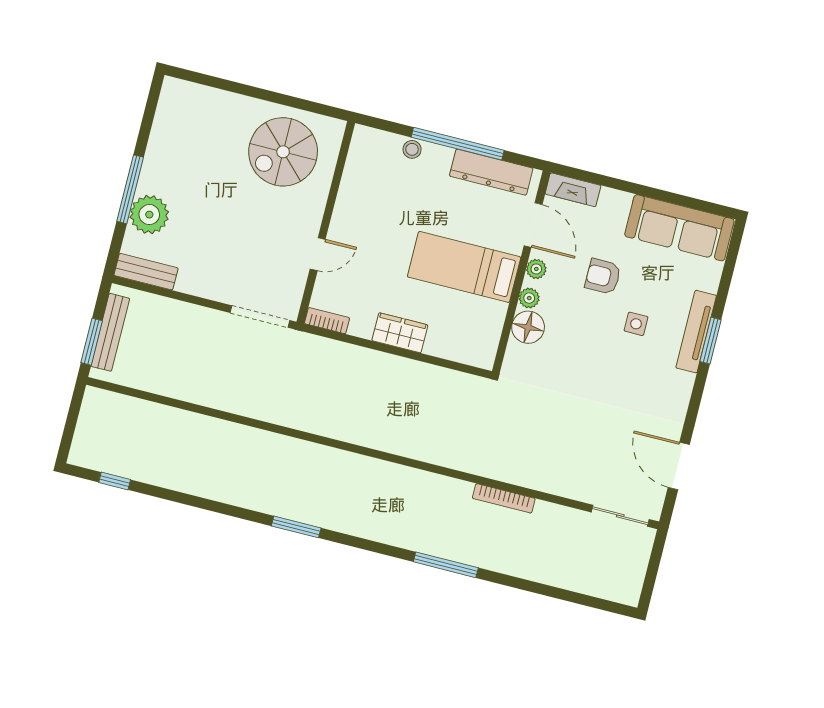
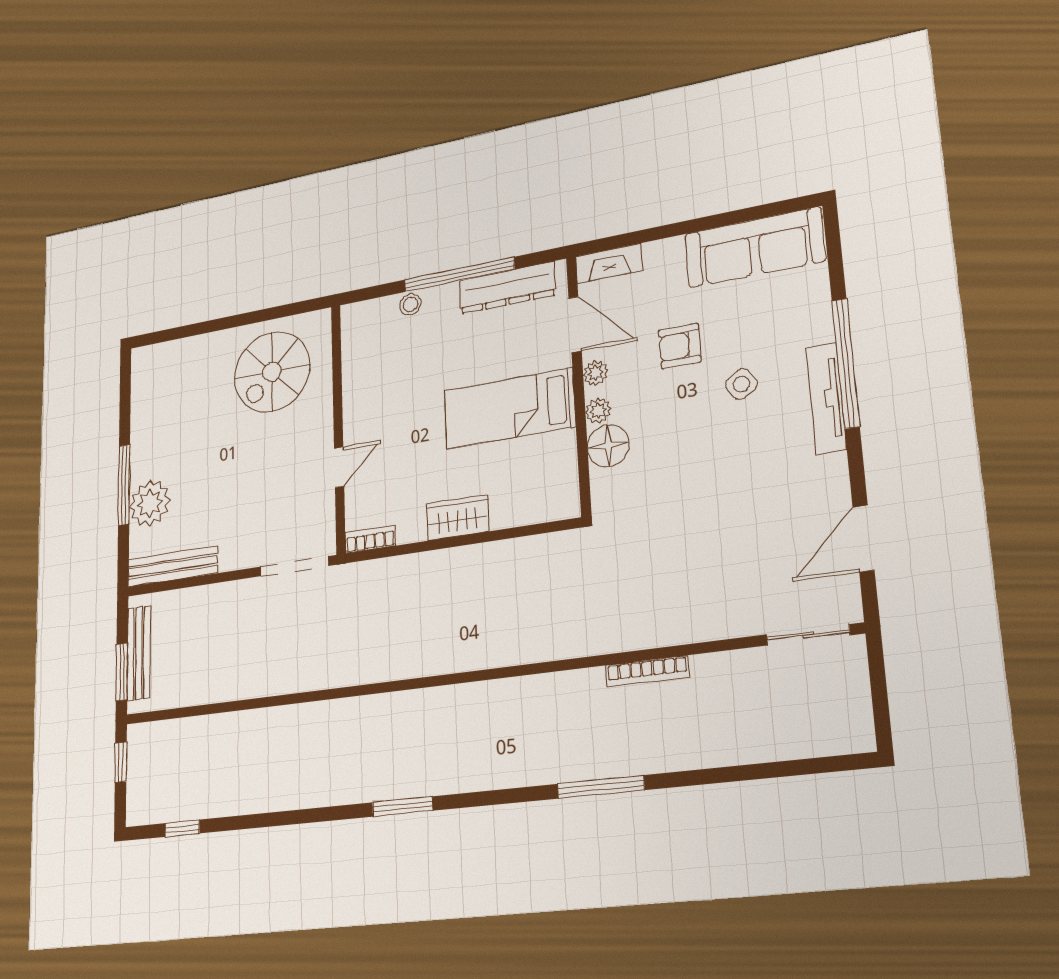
bench: (146, 272) -> (172, 566), width x1.36
side table: (636, 324) -> (741, 384), turned -35
tv unit: (696, 332) -> (826, 399), moved
window: (710, 341) -> (846, 363), width x2.11
window: (74, 412) -> (121, 762), added
door: (679, 466) -> (864, 538), hinge flipped

